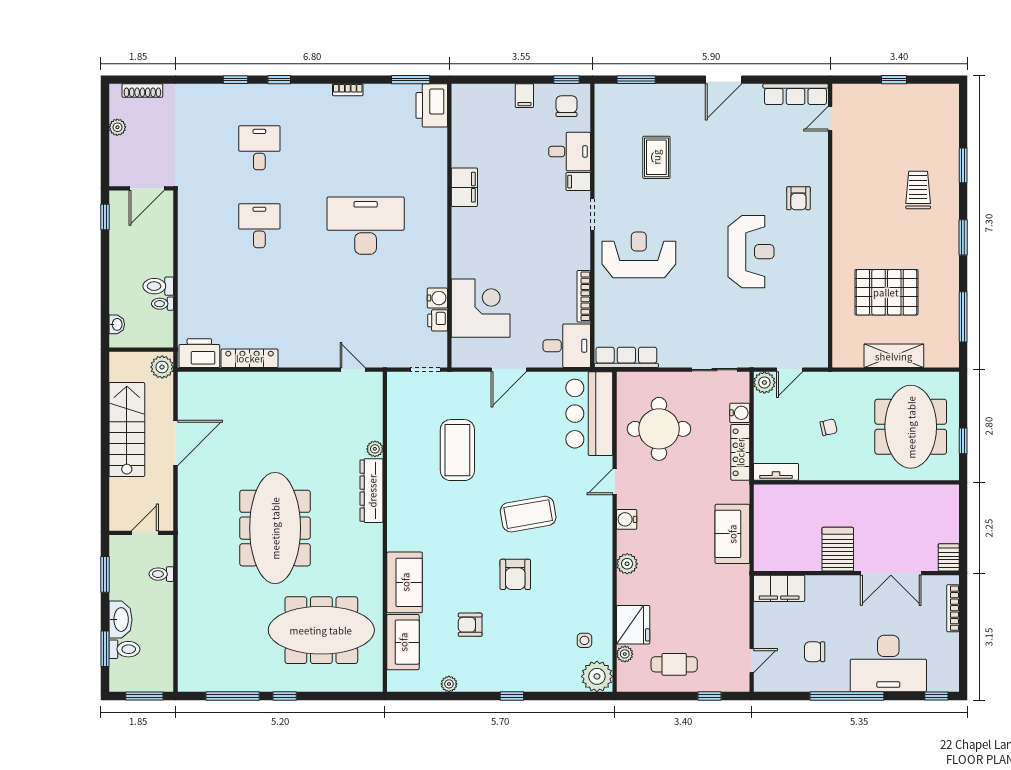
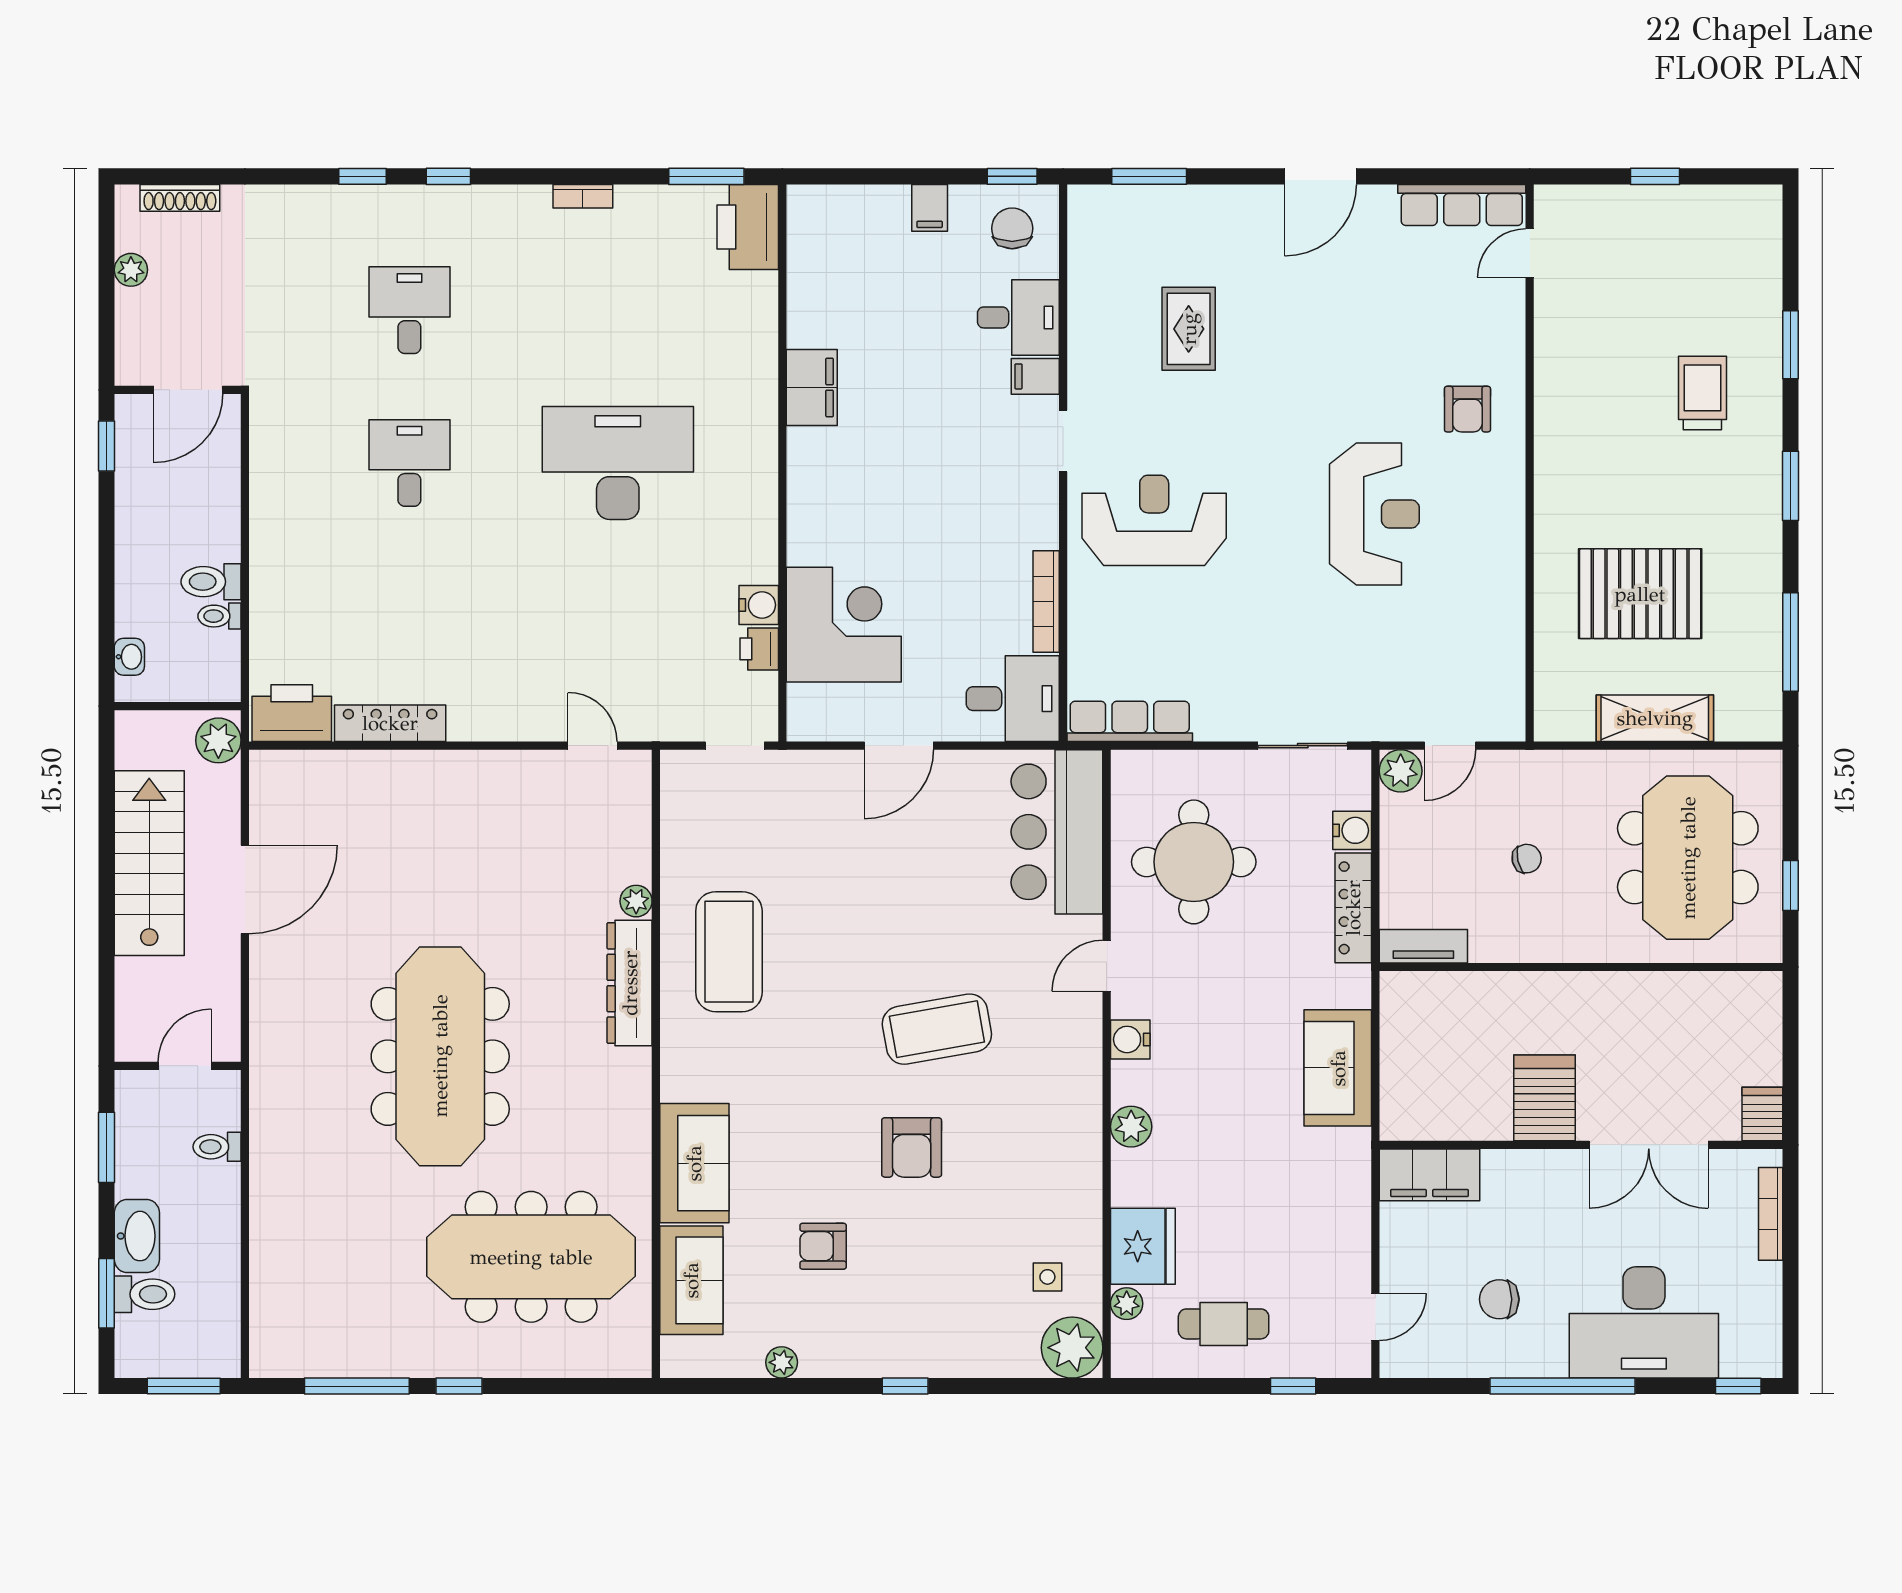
coffee table: (457, 450) -> (729, 952), moved

